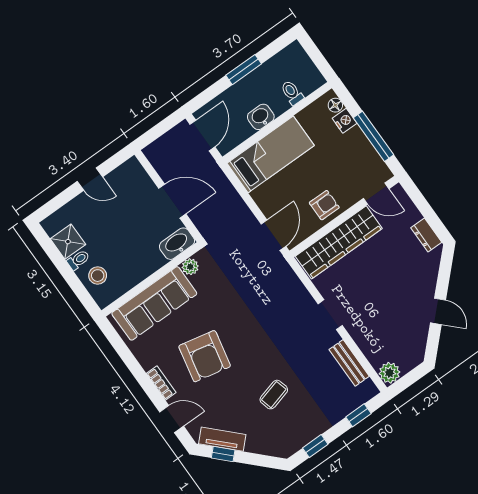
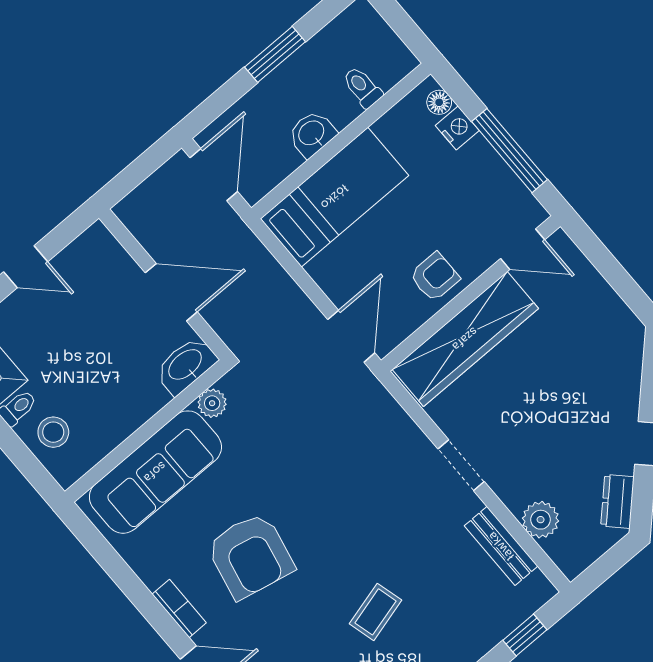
dresser: (426, 235) -> (617, 501), moved, turned 45
plant: (389, 373) -> (541, 520), moved

